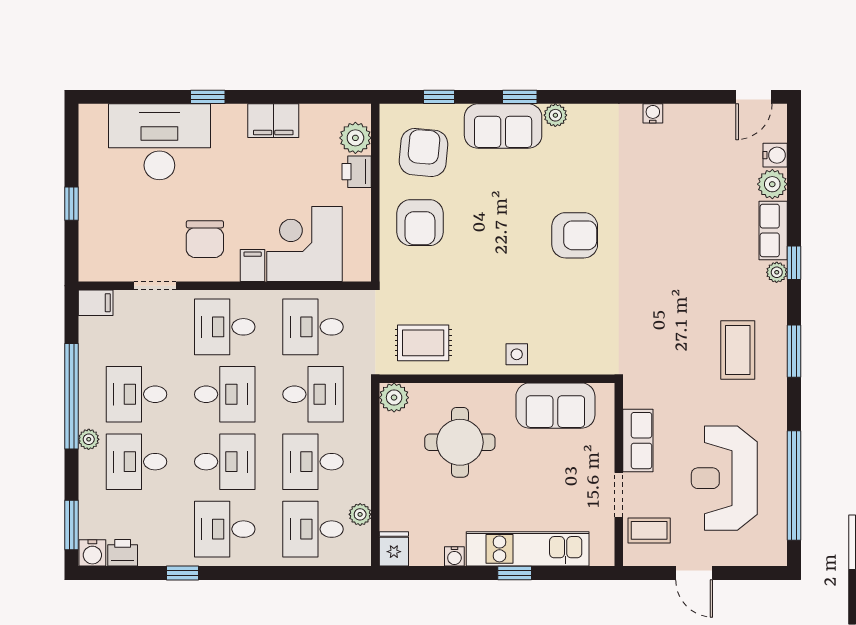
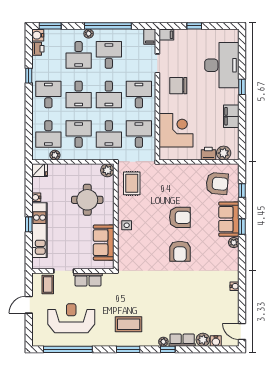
armchair: (420, 223) -> (180, 217), moved, turned 180
filing cabinet: (253, 265) -> (166, 35), moved
desk: (137, 462) -> (79, 55), turned 180
desk: (313, 529) -> (48, 134), turned 180

